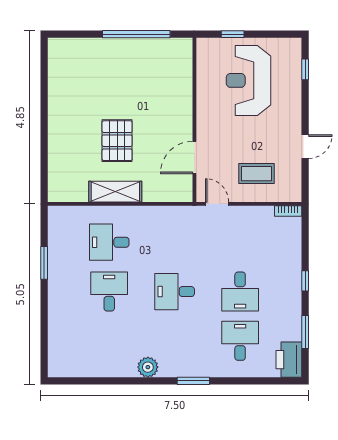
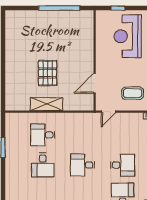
door: (217, 204) -> (109, 112), swing flipped
desk: (109, 292) -> (43, 165), turned 180
desk: (240, 292) -> (123, 165), turned -90

